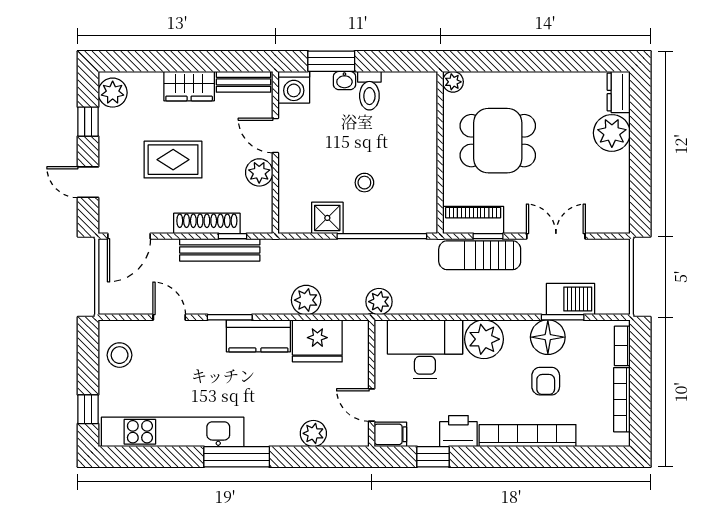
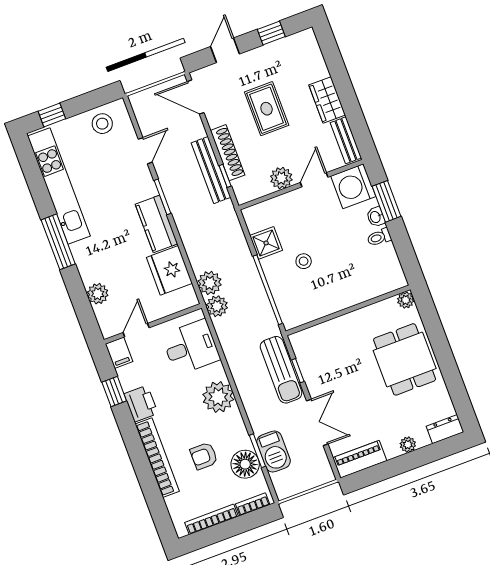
washing machine: (294, 87) -> (353, 186), width x1.37, depth x1.37
toilet: (369, 91) -> (379, 237), width x0.73, depth x0.72
plant: (113, 93) -> (300, 43), removed
plant: (612, 133) -> (408, 445), width x0.53, depth x0.53
dining table: (498, 141) -> (405, 359), moved
piano: (473, 220) -> (360, 459), moved, turned -90
sun lounger: (480, 255) -> (281, 370), turned 180
plant: (306, 300) -> (210, 283), moved
floor lamp: (548, 337) -> (245, 464), moved
desk: (425, 349) -> (191, 347), width x0.73

